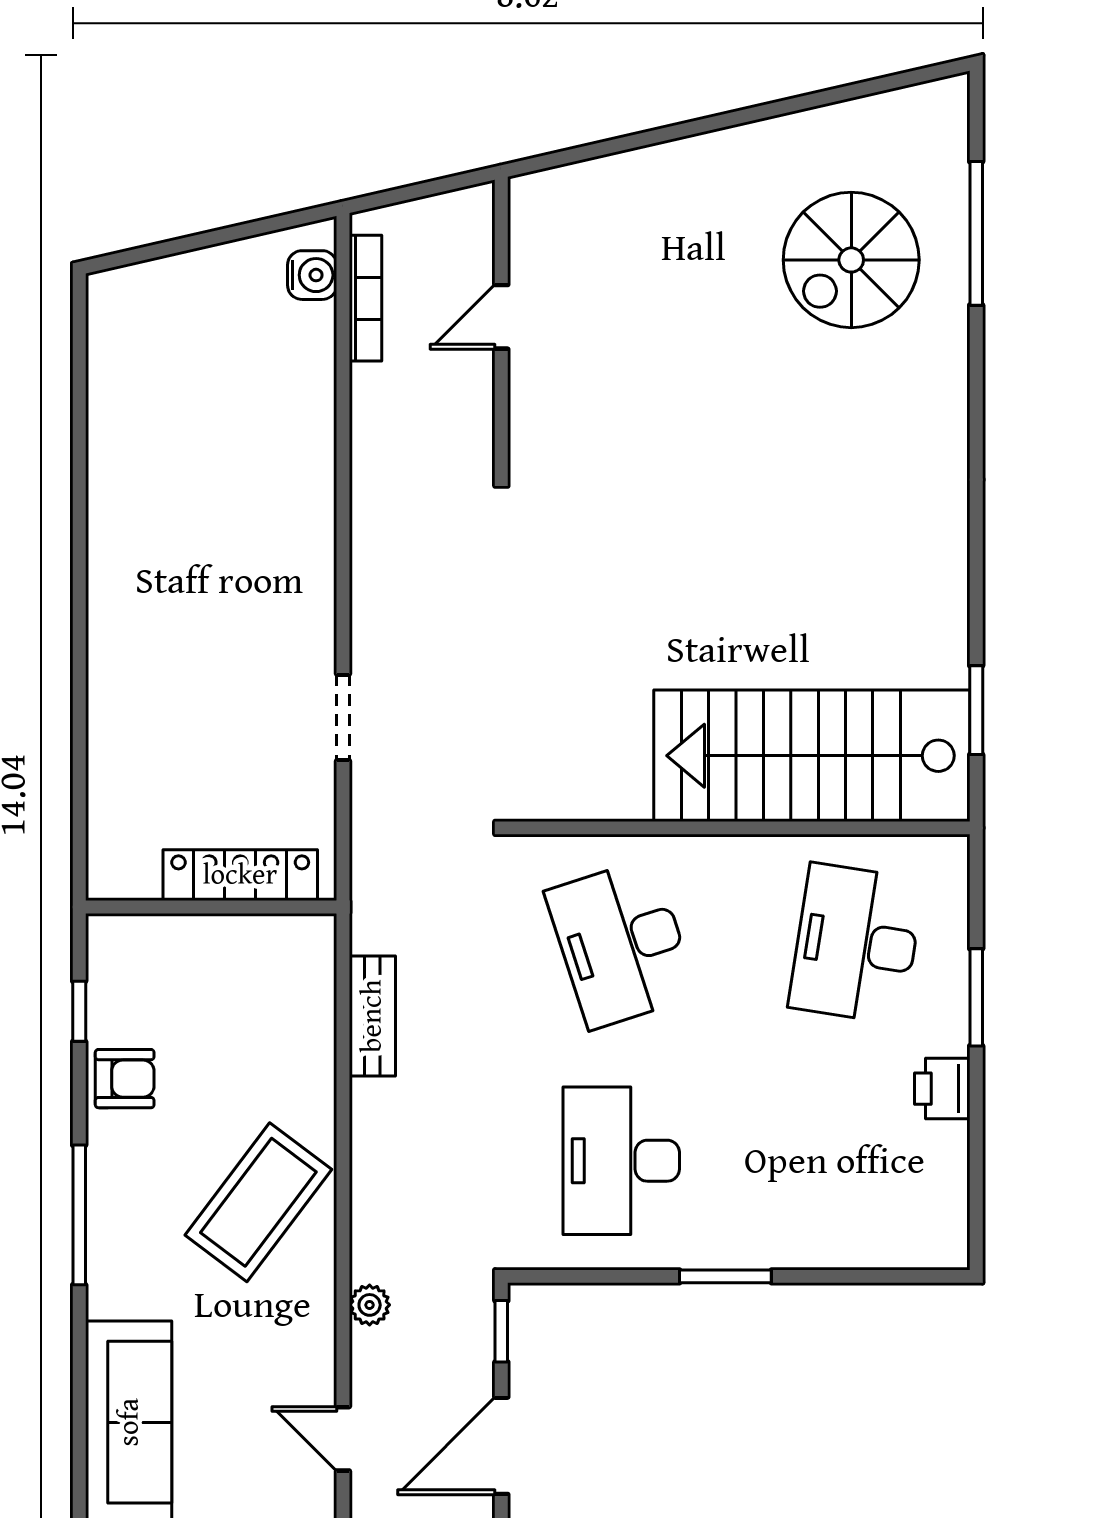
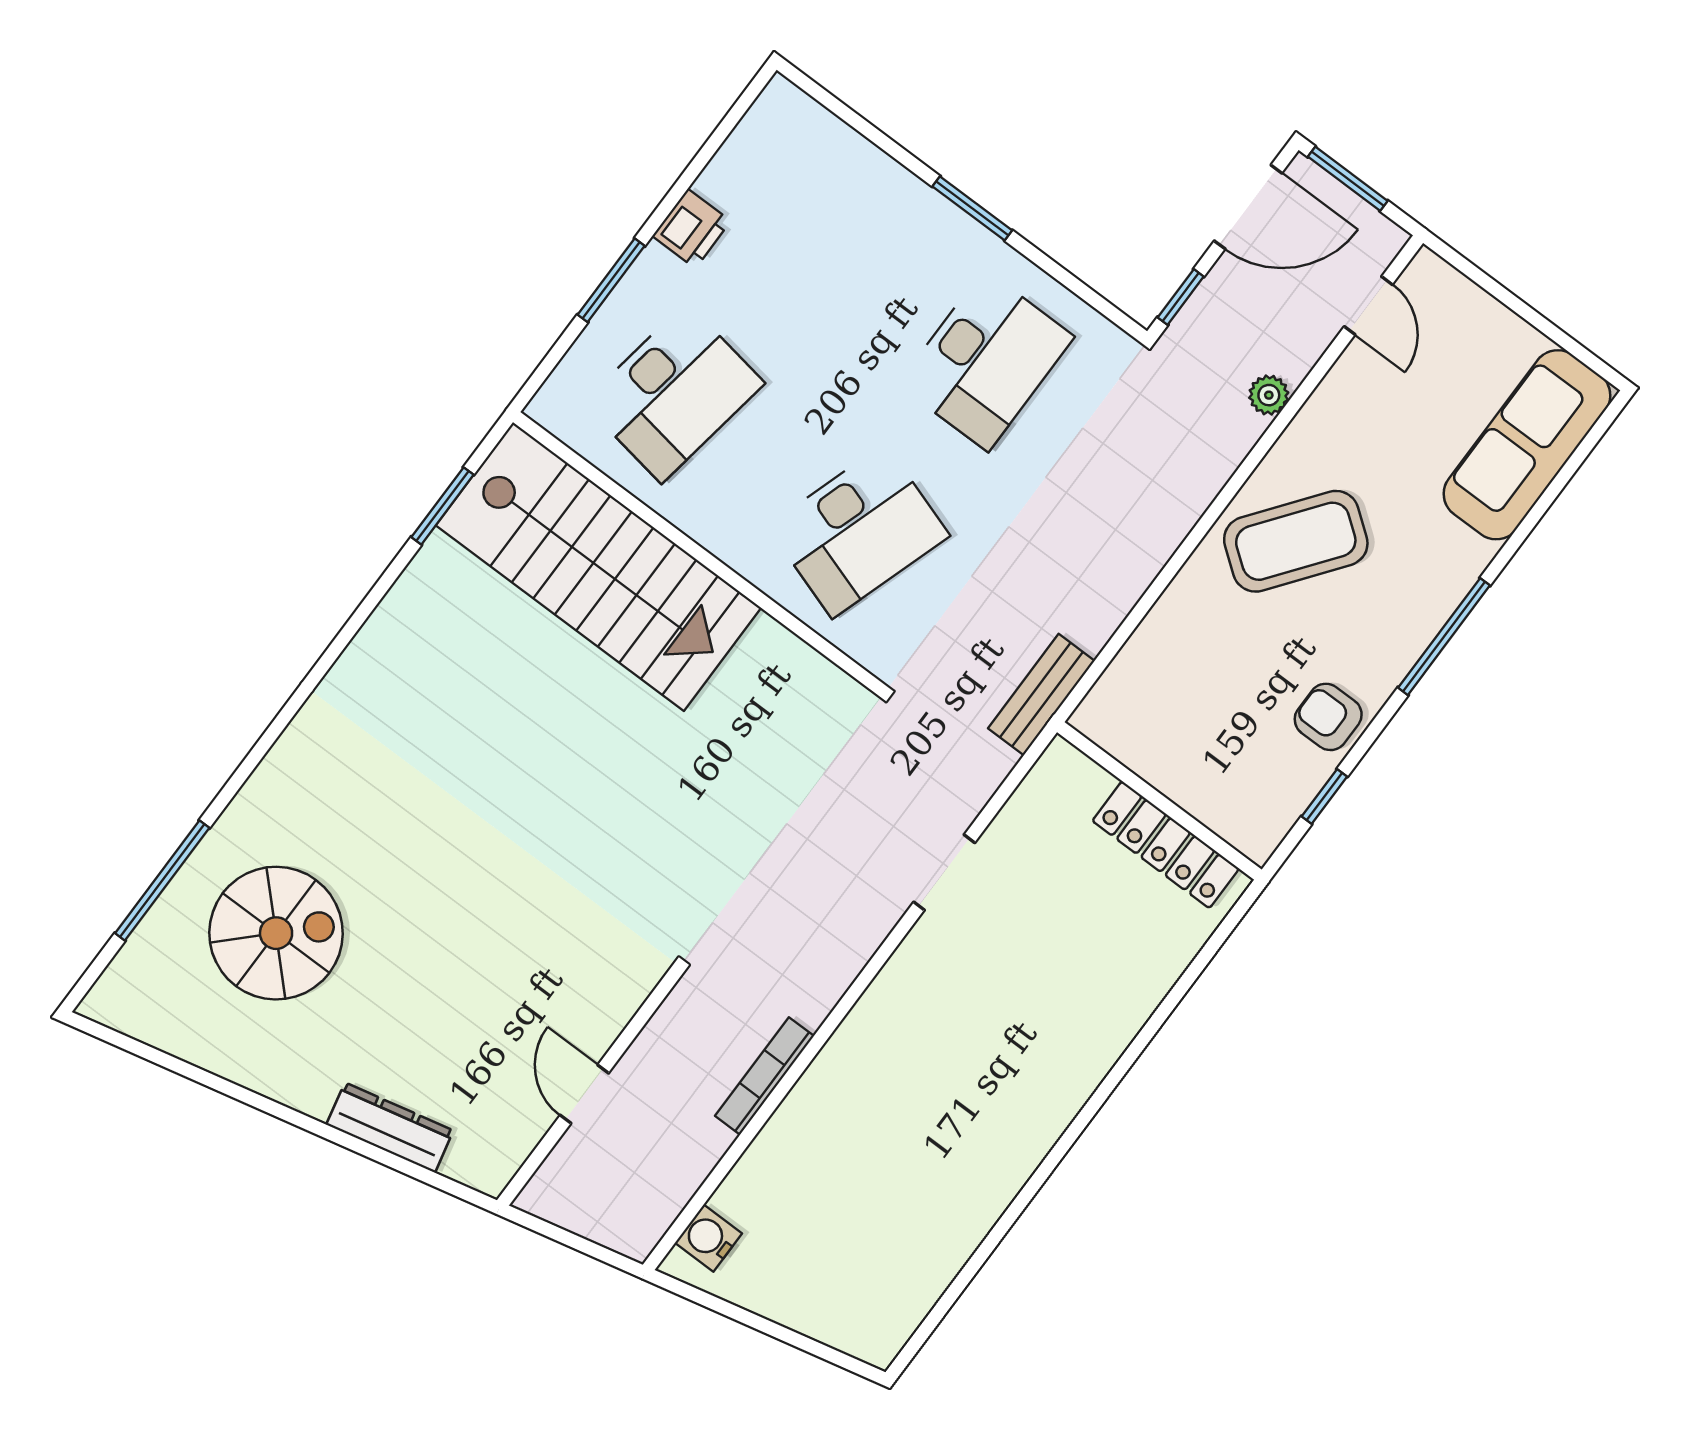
dresser: (640, 171) -> (390, 1128), added
bookcase: (365, 298) -> (764, 1076), moved
door: (501, 317) -> (584, 1094), swing flipped
locker: (240, 875) -> (1166, 845), moved
desk: (621, 944) -> (859, 531), turned 36
bench: (372, 1016) -> (1041, 695), moved

